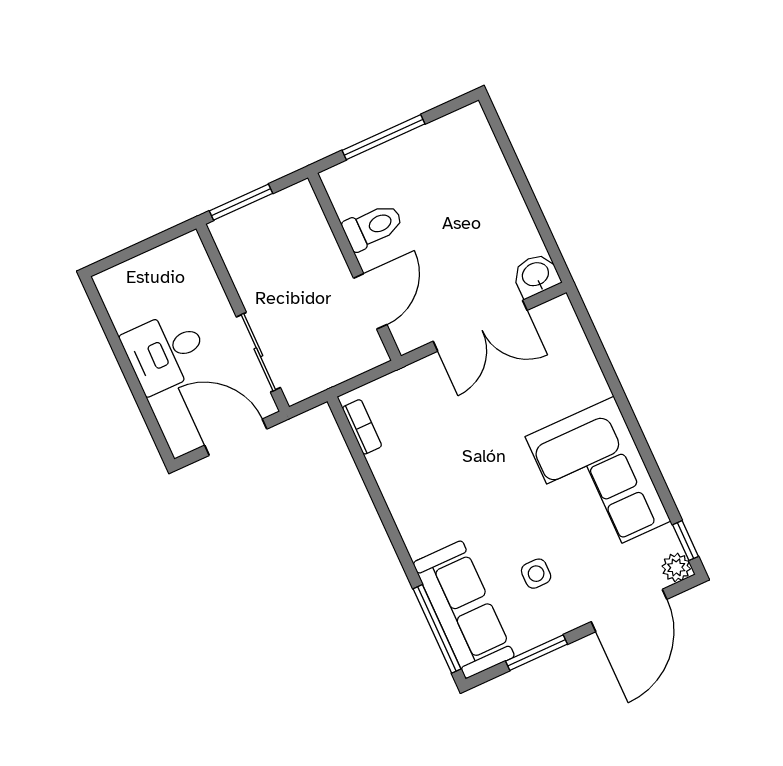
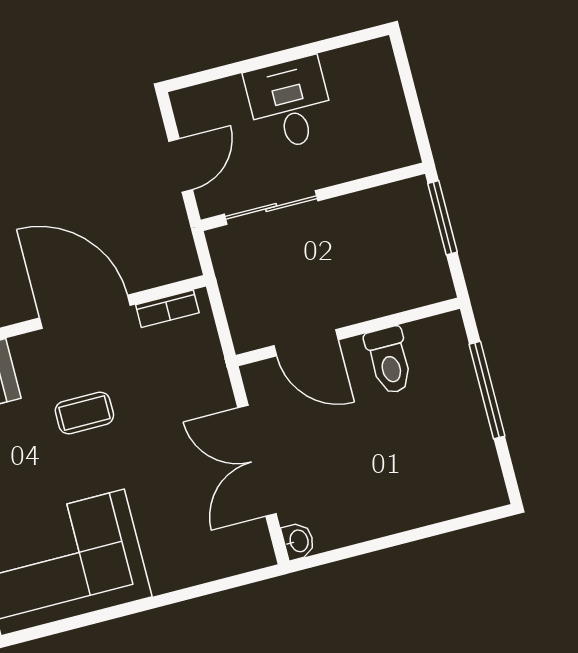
washbasin: (536, 275) -> (298, 541), width x0.72, depth x0.69
door: (236, 437) -> (181, 165), width x0.73
coffee table: (465, 483) -> (84, 413), added
door: (377, 498) -> (85, 312), added

